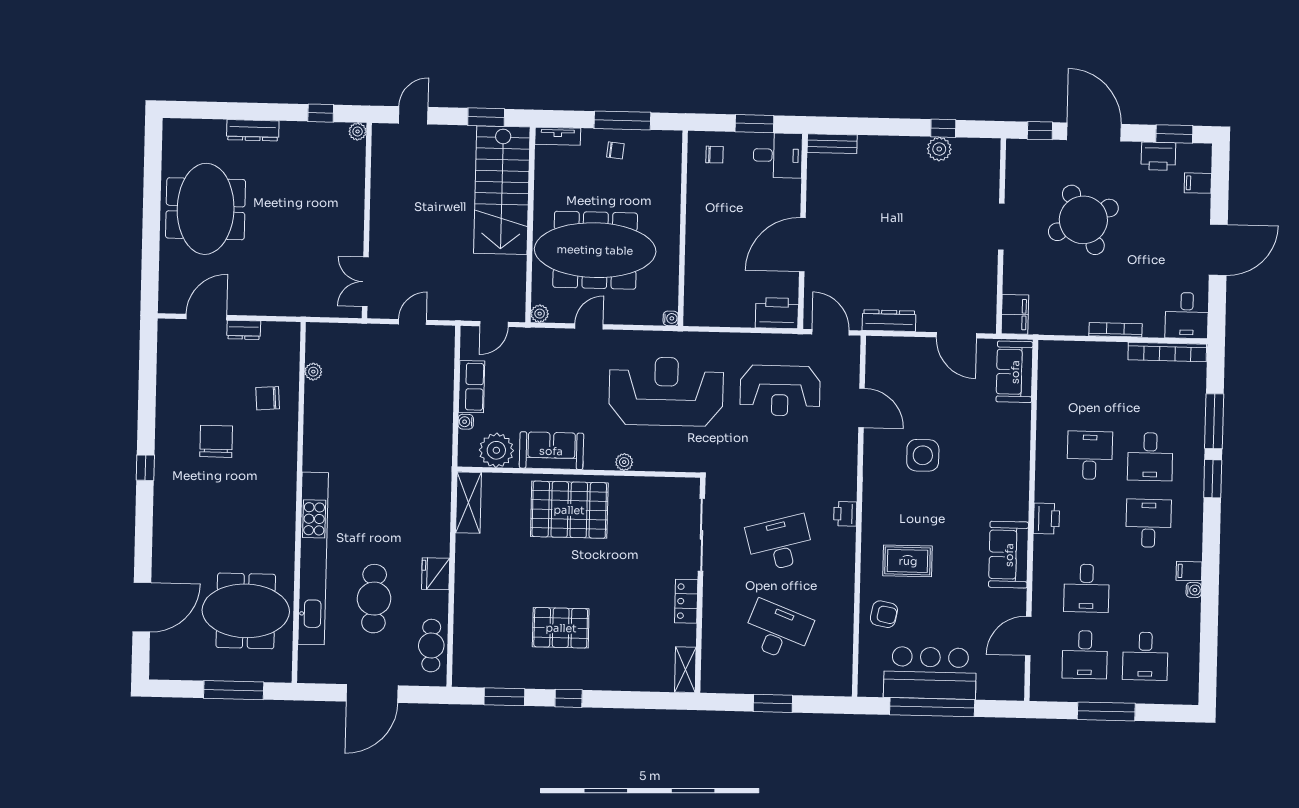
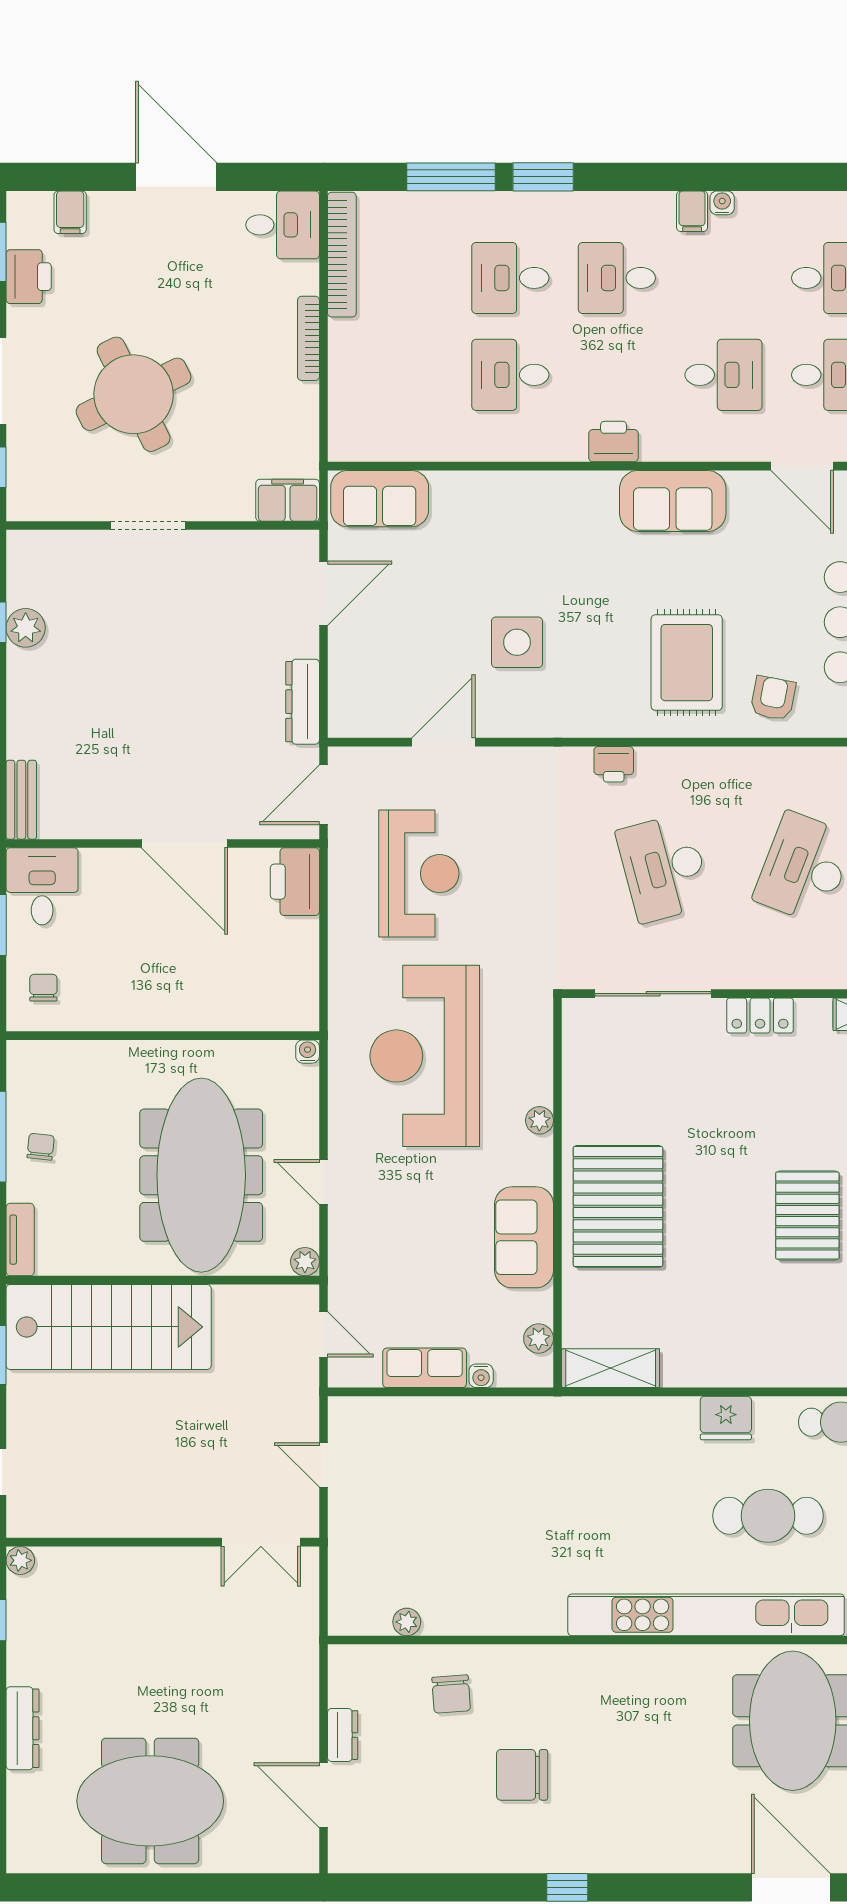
plant: (496, 450) -> (539, 1339), width x0.53, depth x0.53
desk: (1150, 457) -> (510, 278), turned 180
rug: (908, 561) -> (687, 663), width x1.36, depth x1.43

